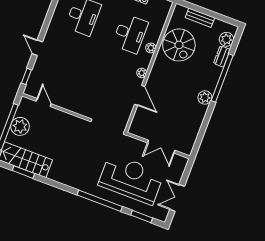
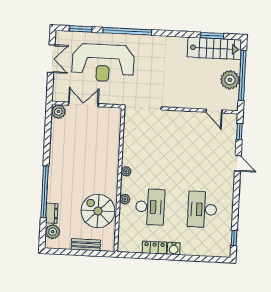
desk: (130, 34) -> (150, 207), turned 180
door: (140, 95) -> (121, 149), removed
plant: (205, 97) -> (58, 112), moved

